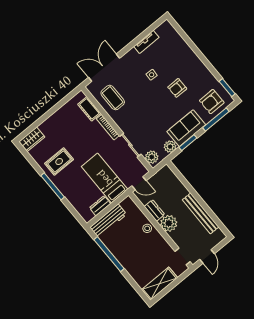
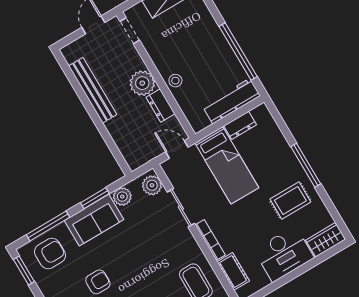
desk: (58, 126) -> (284, 254), added

